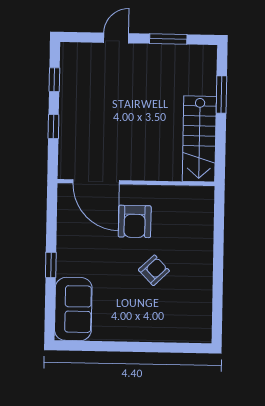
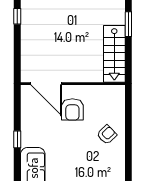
window: (53, 126) -> (17, 47), removed
armchair: (154, 270) -> (107, 135), moved

